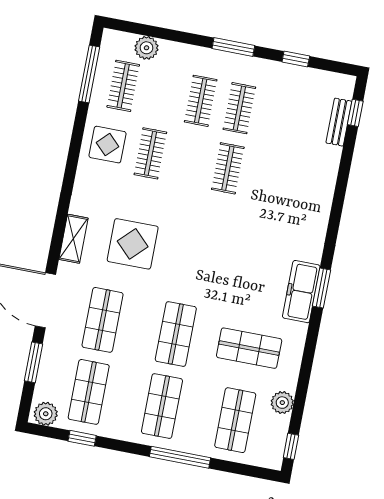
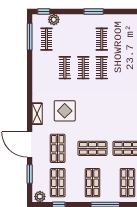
window: (296, 59) -> (44, 11), moved
clothes rail: (201, 101) -> (83, 68), moved
display table: (108, 145) -> (44, 67), removed
shop shelf: (176, 334) -> (93, 148), turned 90

